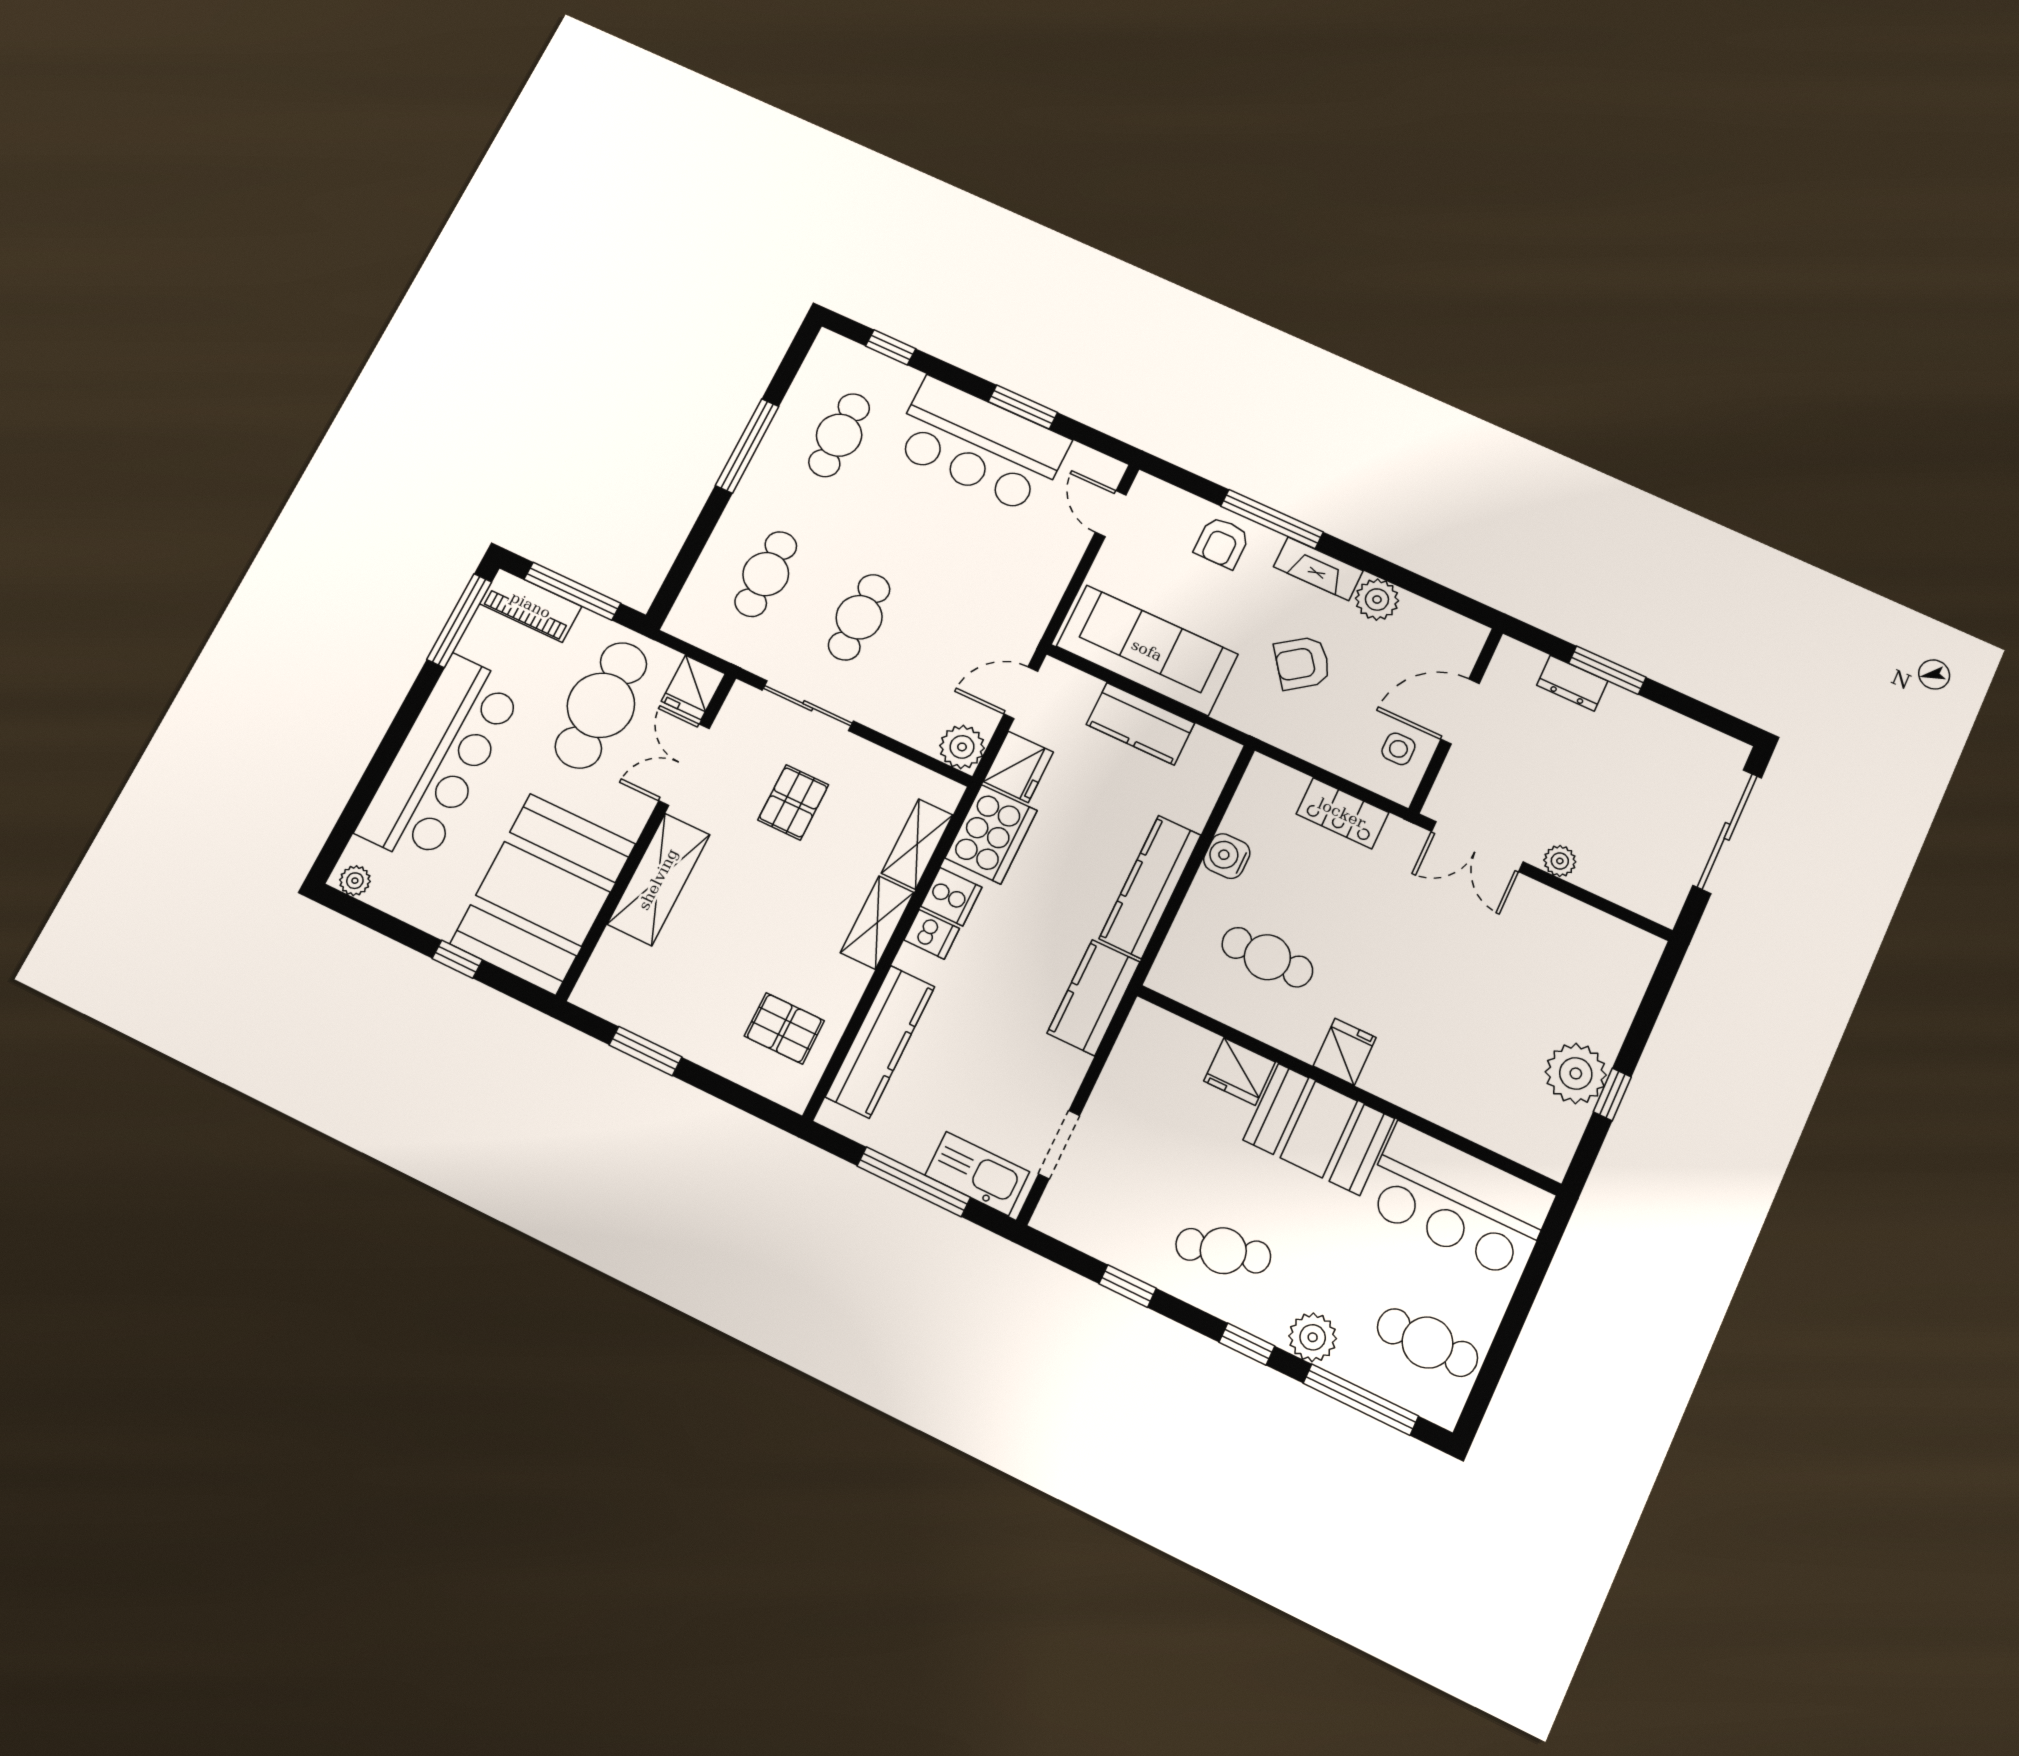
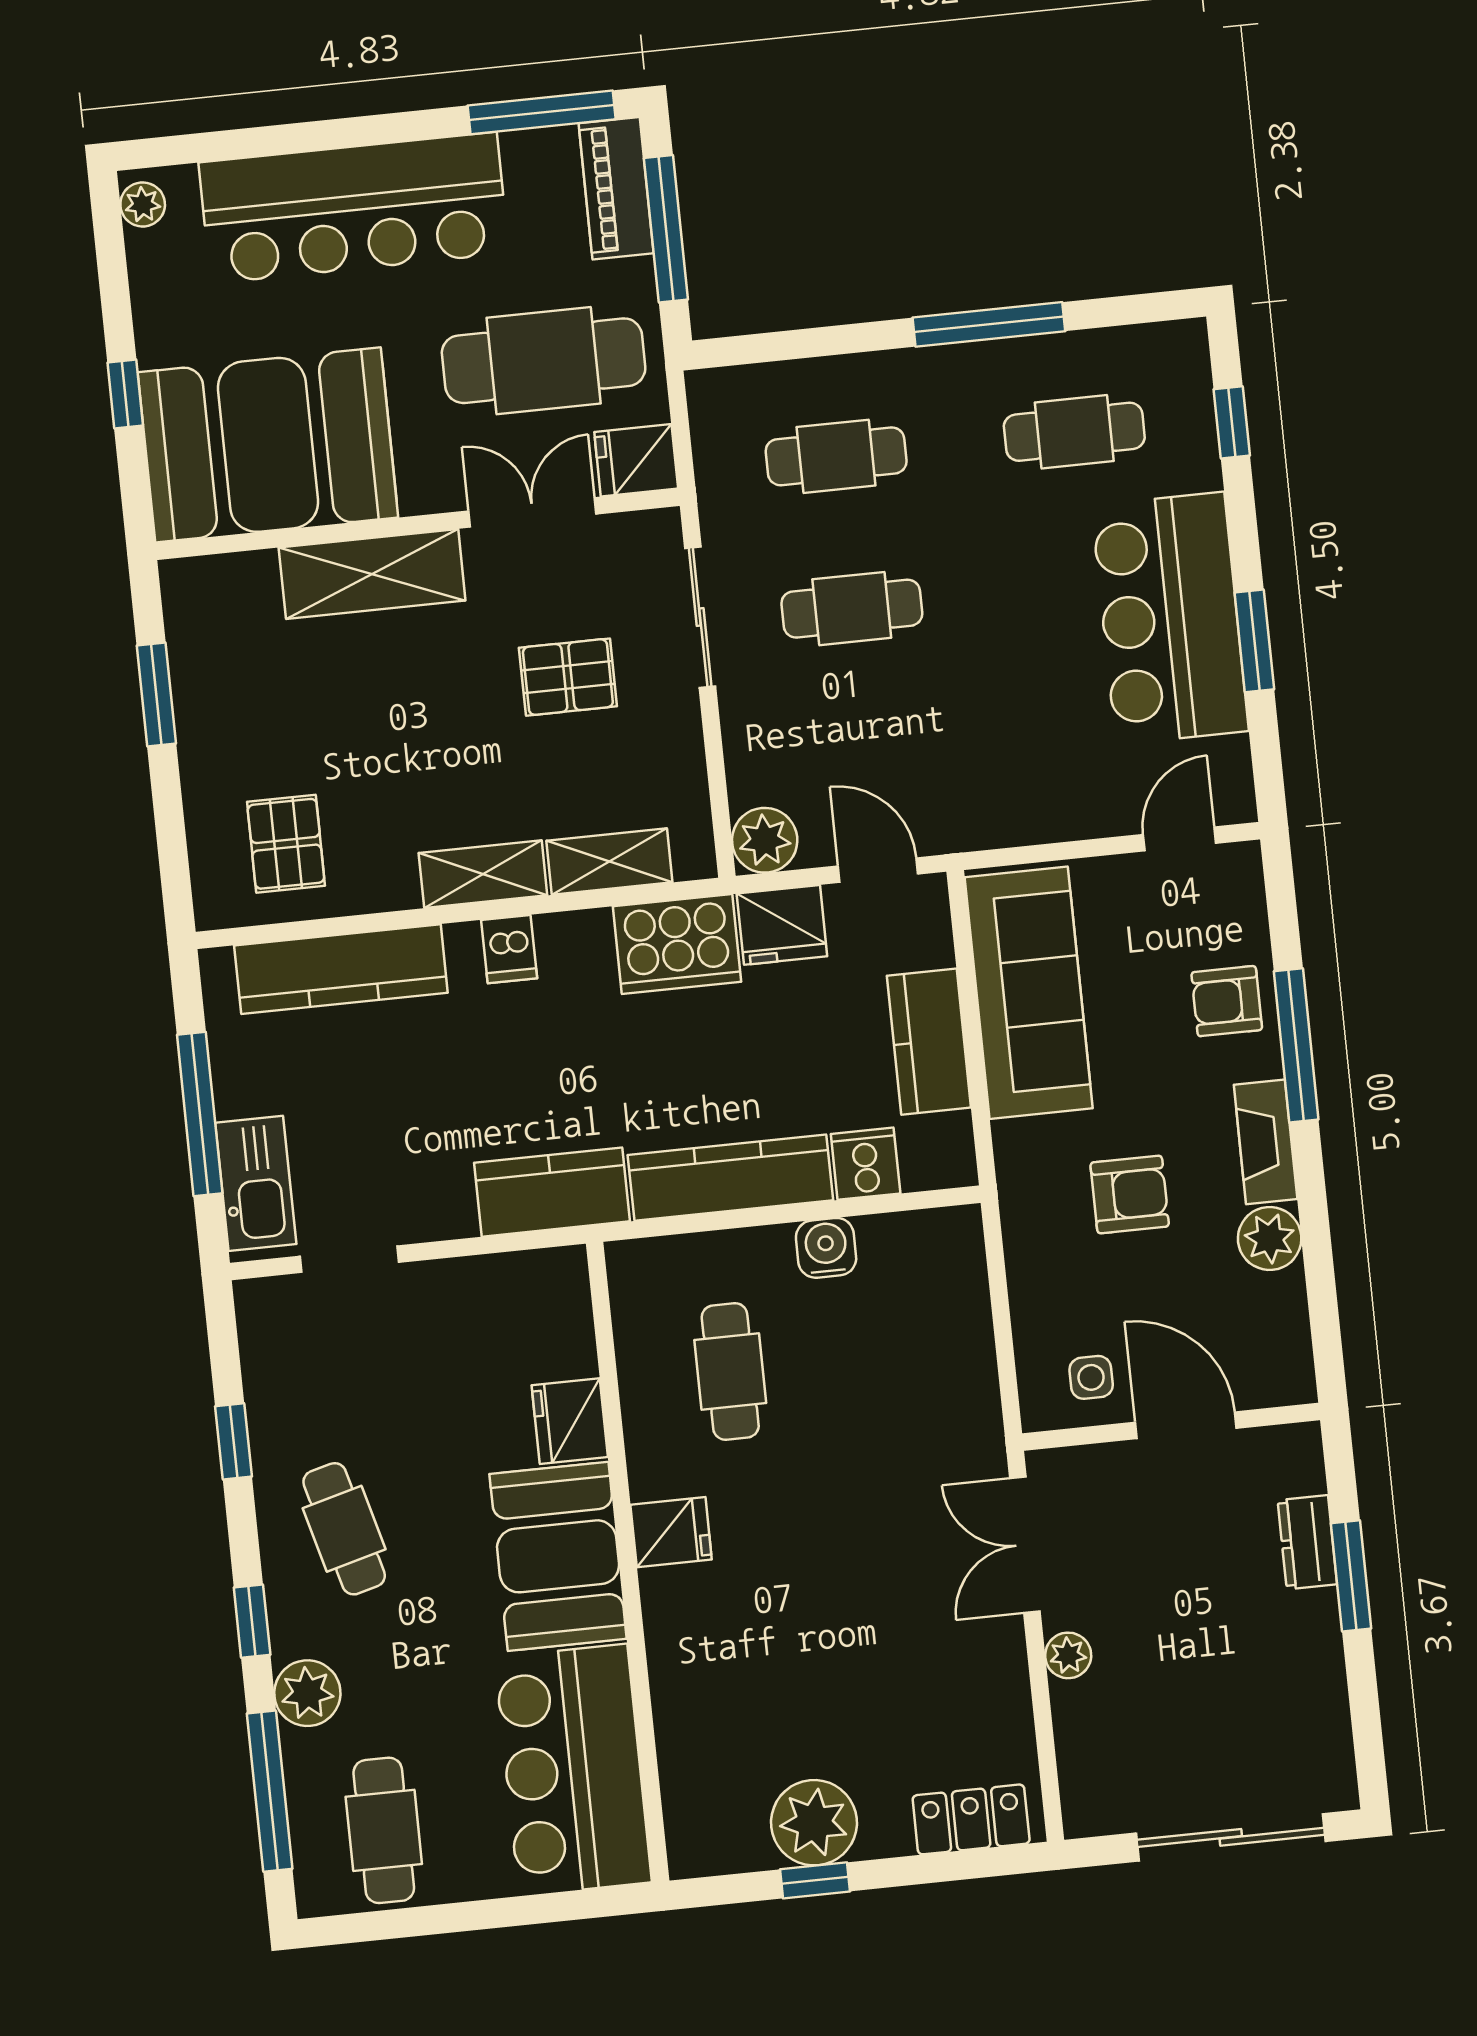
armchair: (1302, 663) -> (1130, 1194), turned 126
locker: (1342, 813) -> (971, 1819), moved, turned 90
cooker: (951, 897) -> (866, 1164), moved, turned 180

